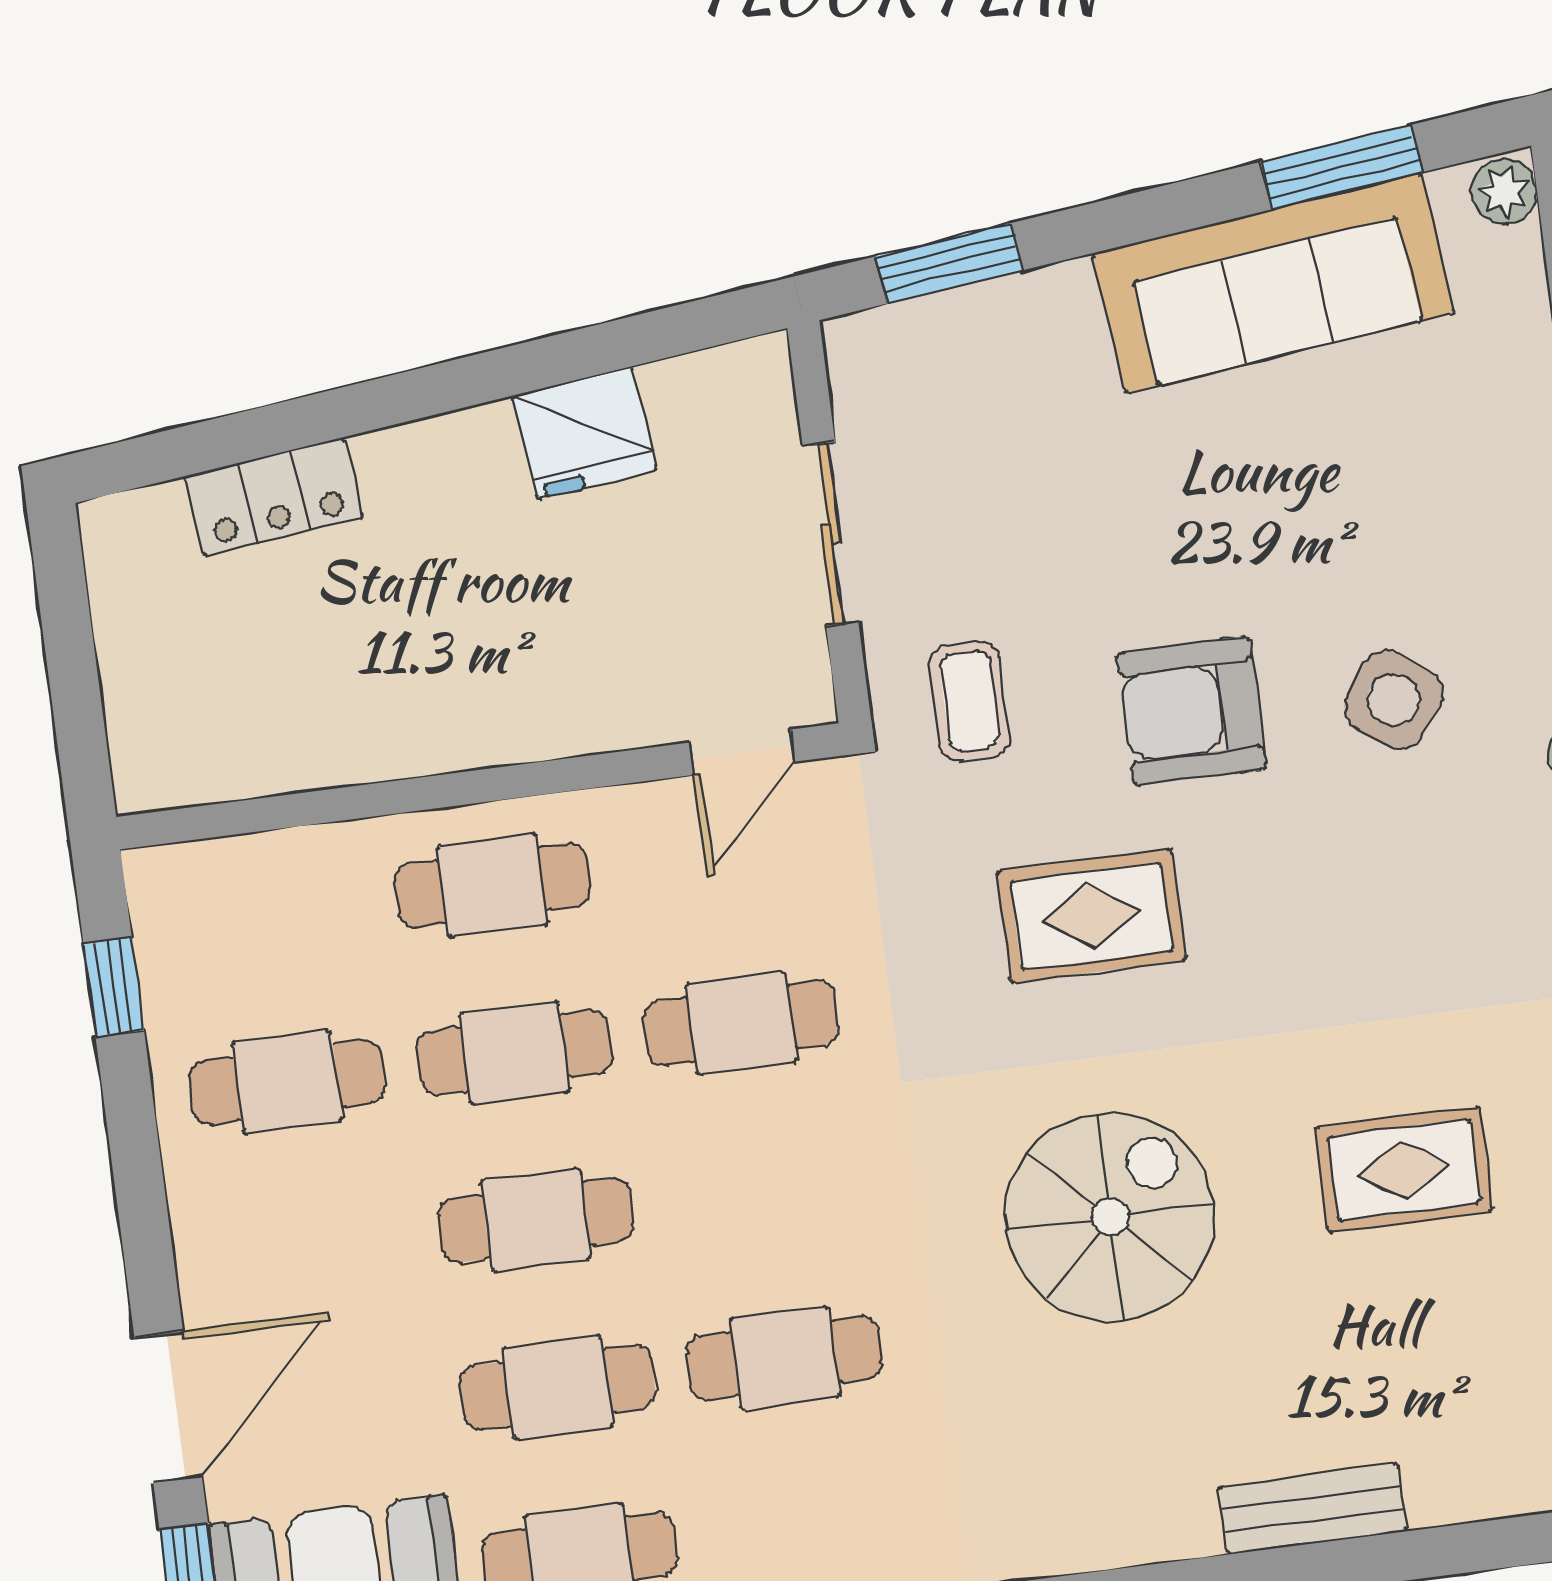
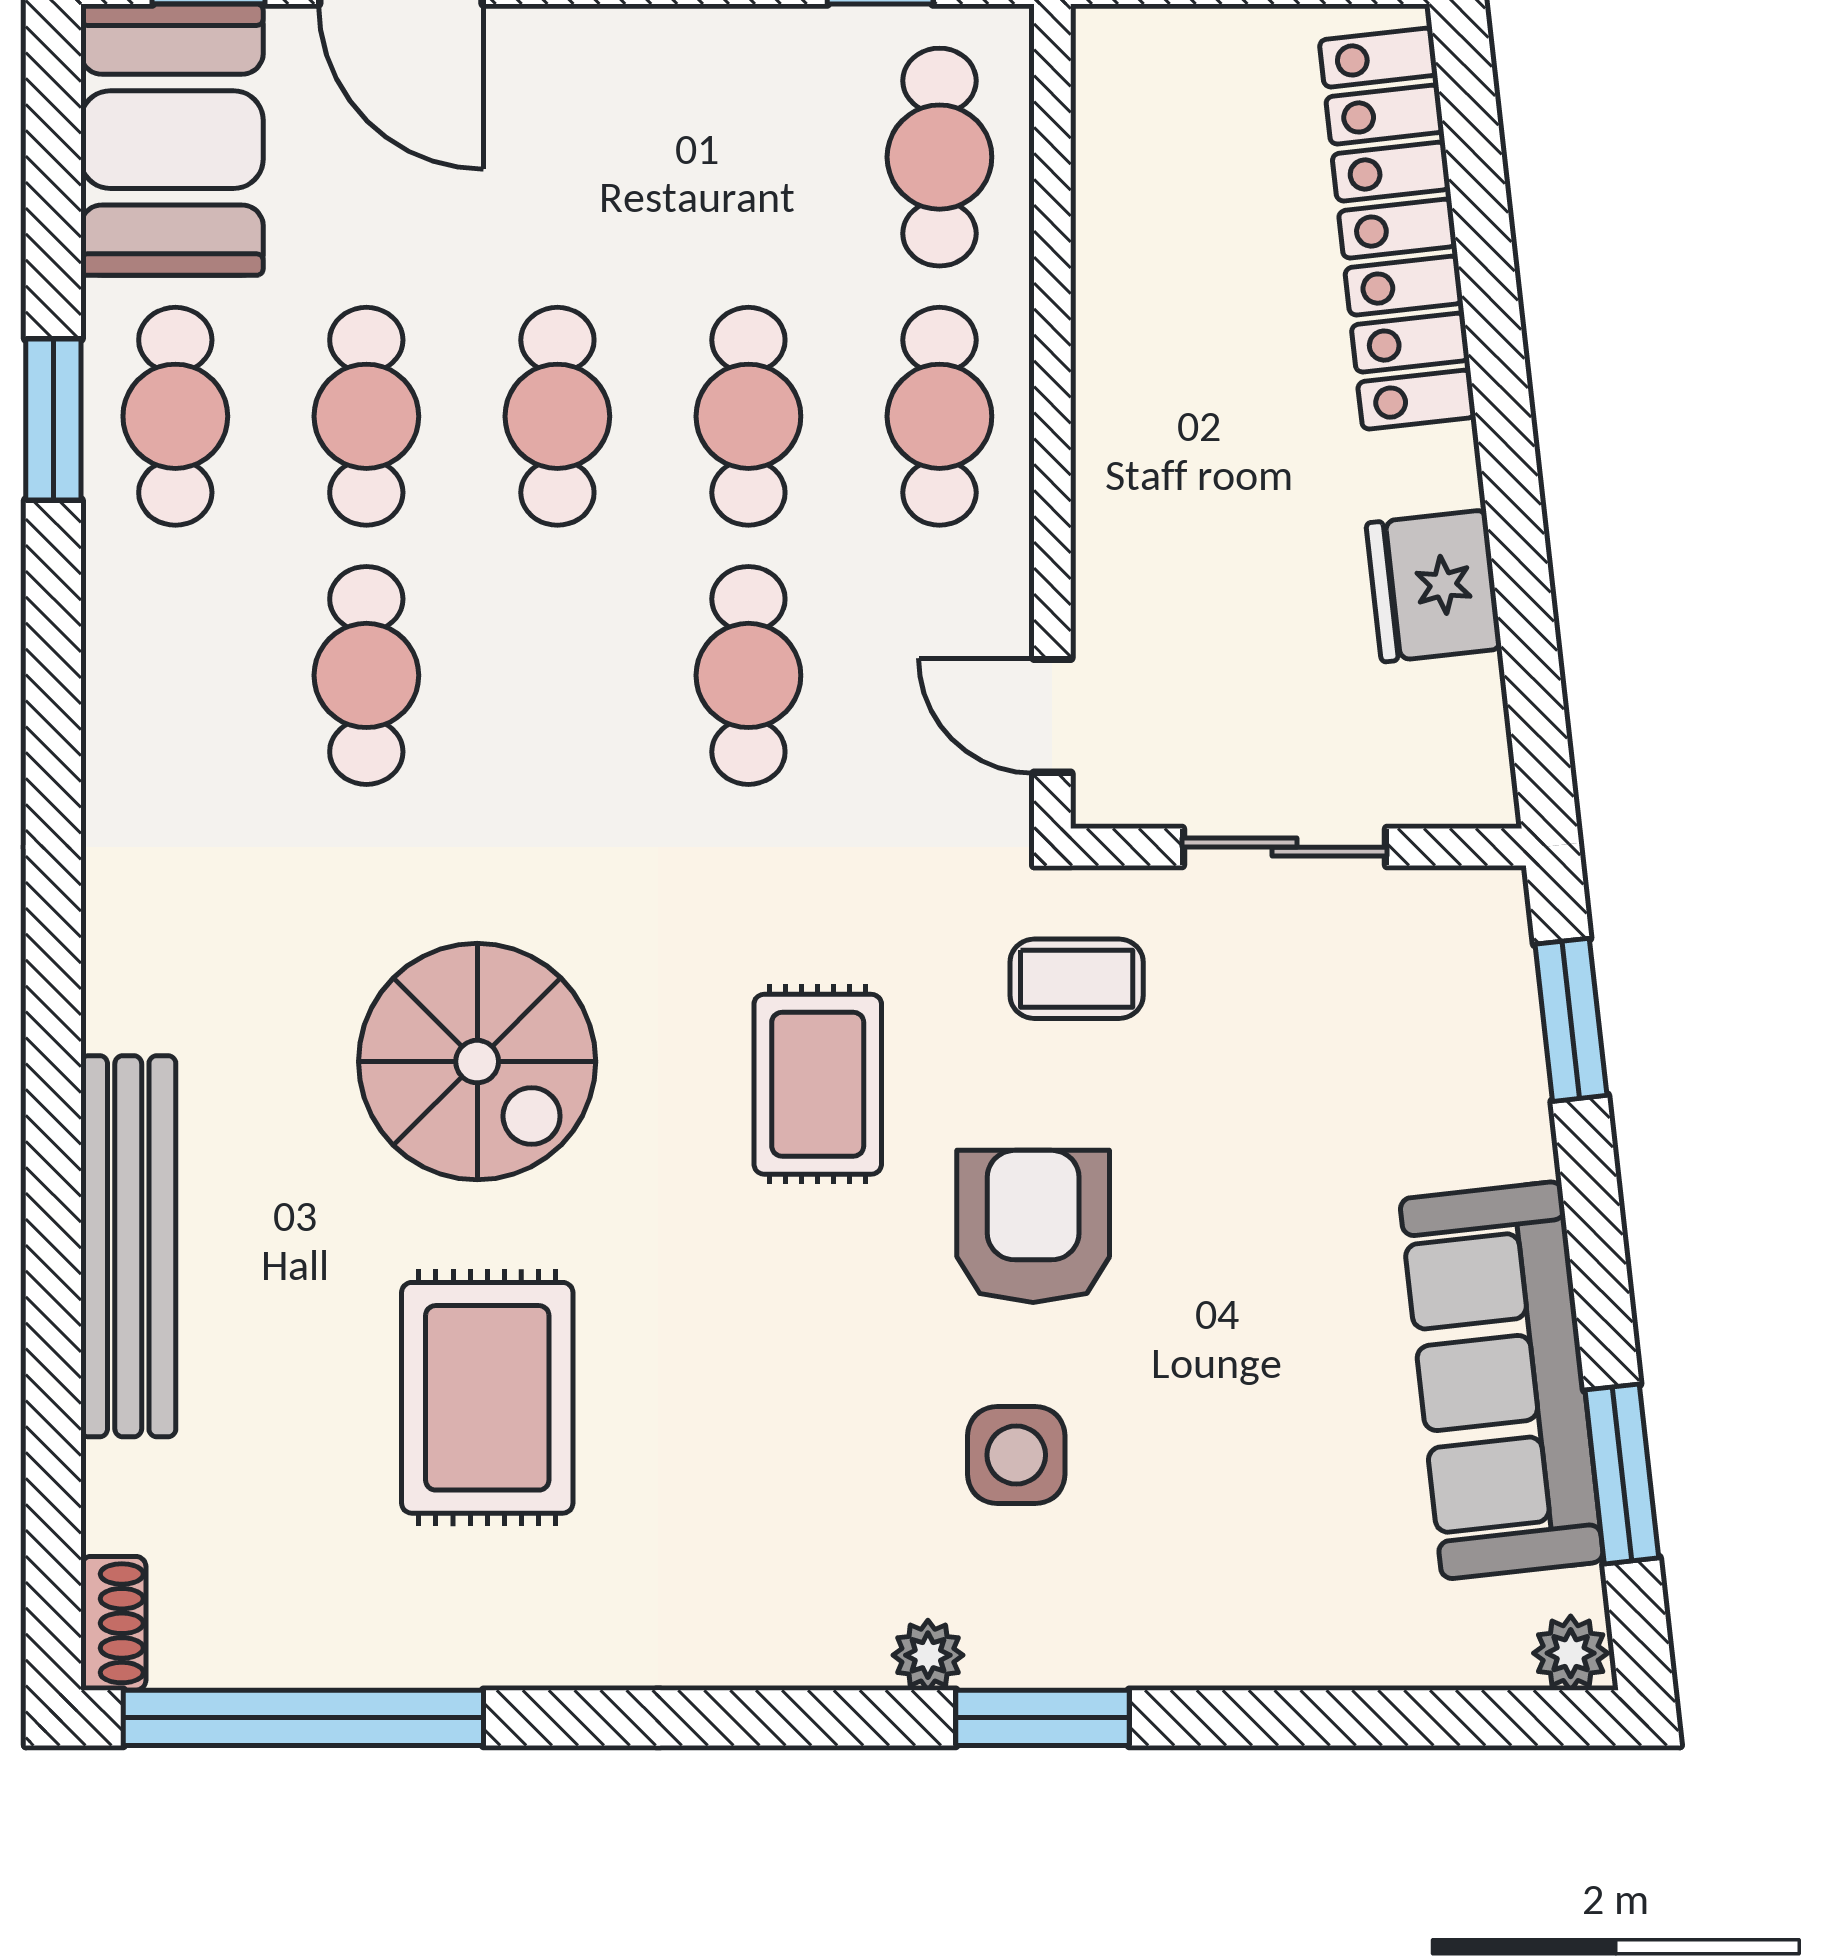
locker: (274, 497) -> (1397, 229), width x2.16, depth x1.21
side table: (1394, 700) -> (1016, 1455), turned -37
cafe table: (287, 1082) -> (939, 157), moved
rug: (1404, 1170) -> (487, 1398), width x1.36, depth x1.43
bench: (1313, 1509) -> (128, 1246), width x1.86, depth x1.21

